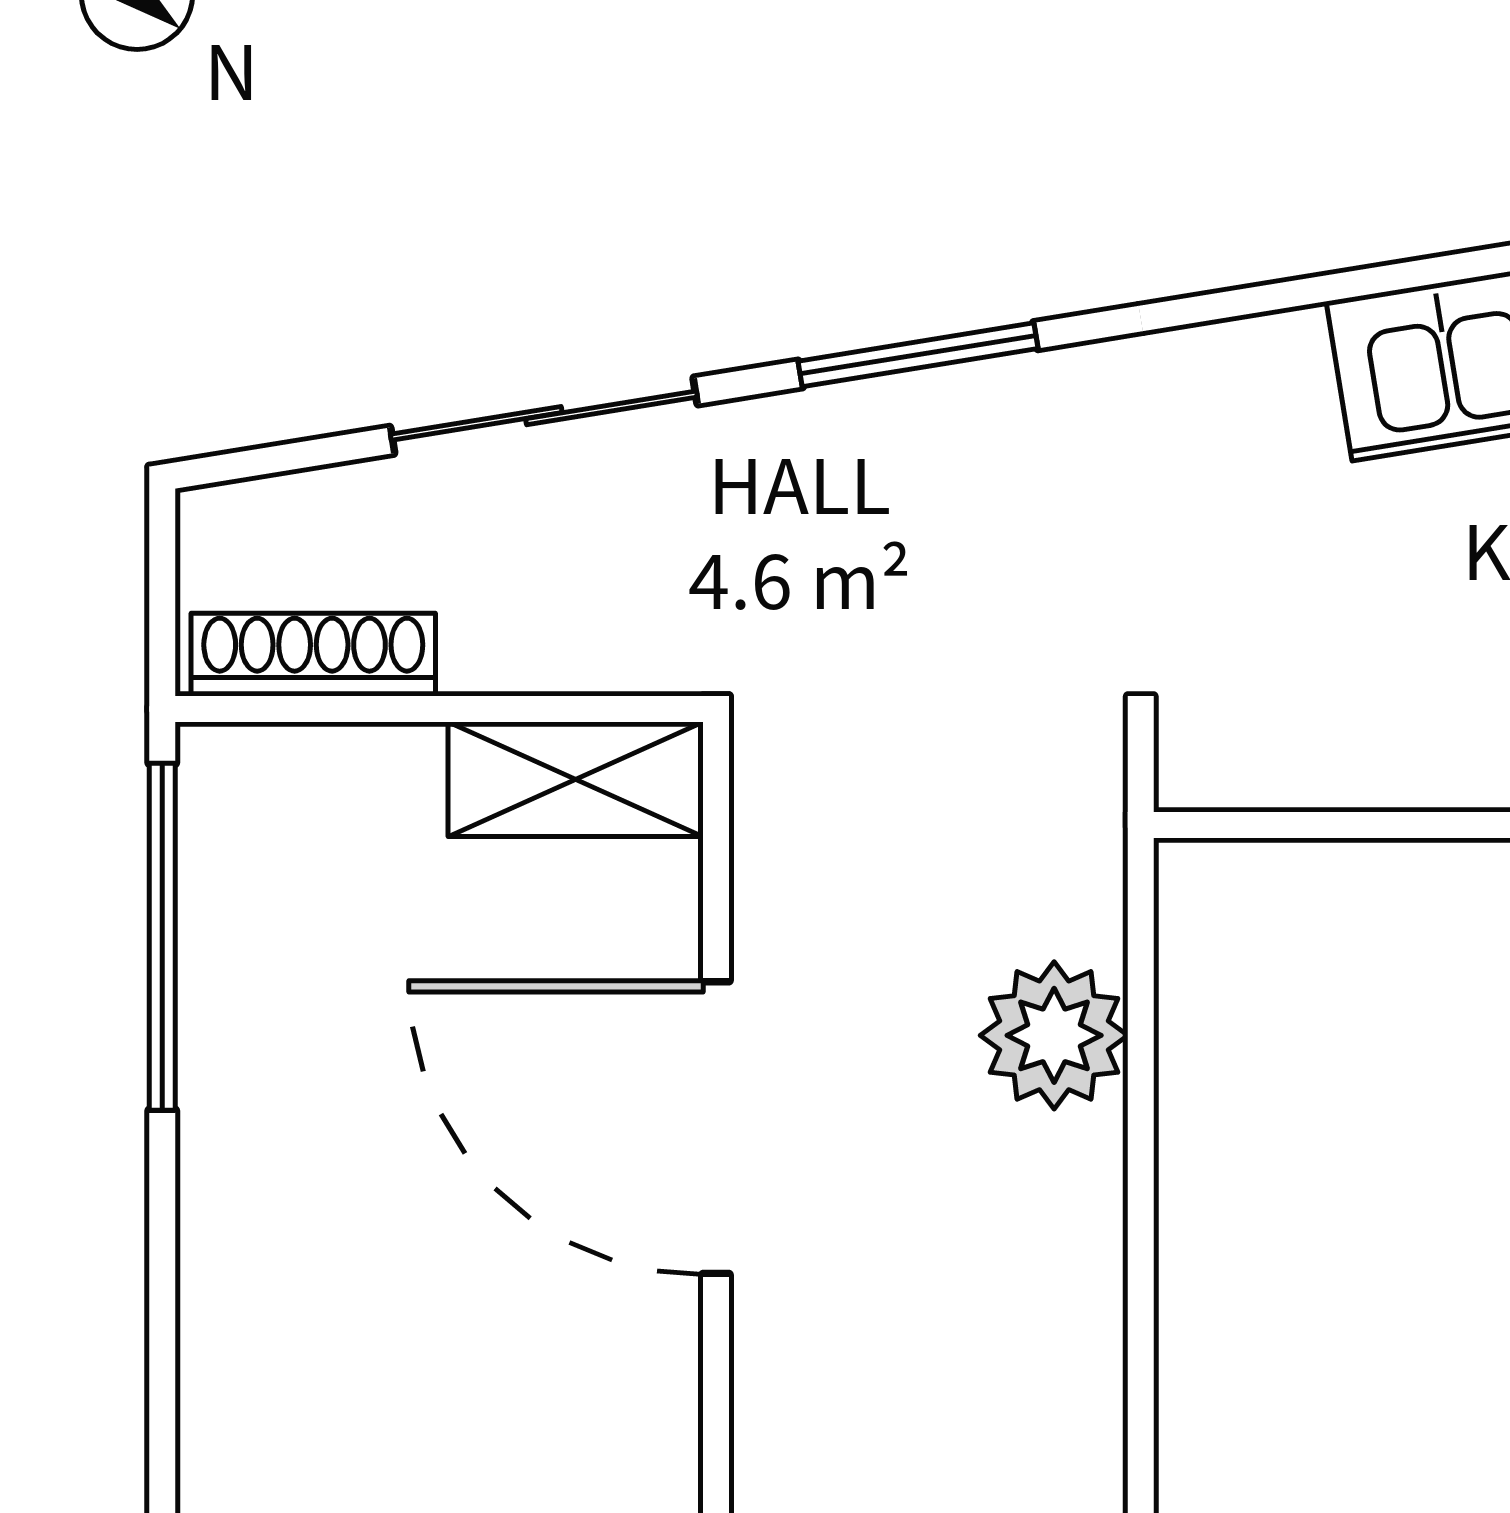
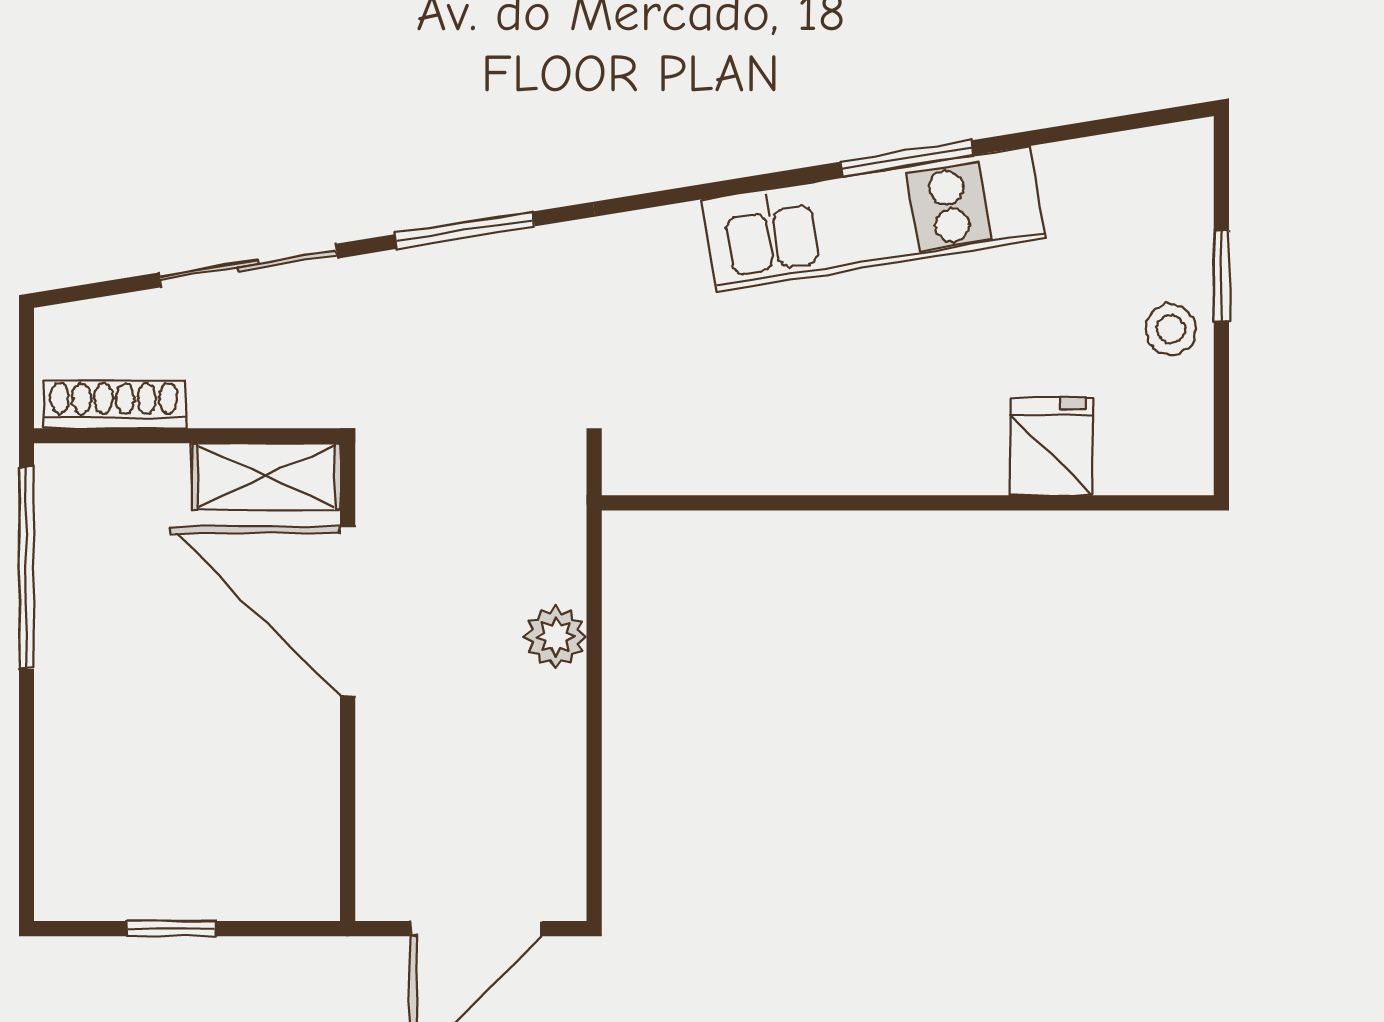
plant: (1054, 1035) -> (555, 637), width x0.73, depth x0.73
door: (716, 1128) -> (348, 612), moved

